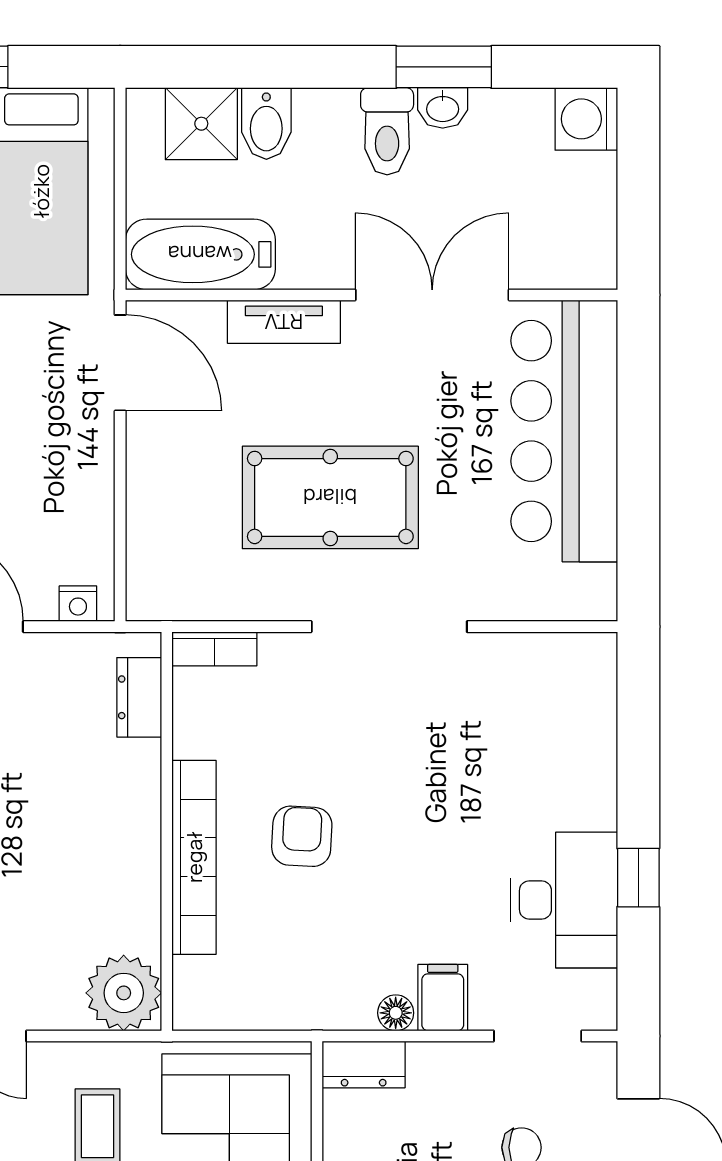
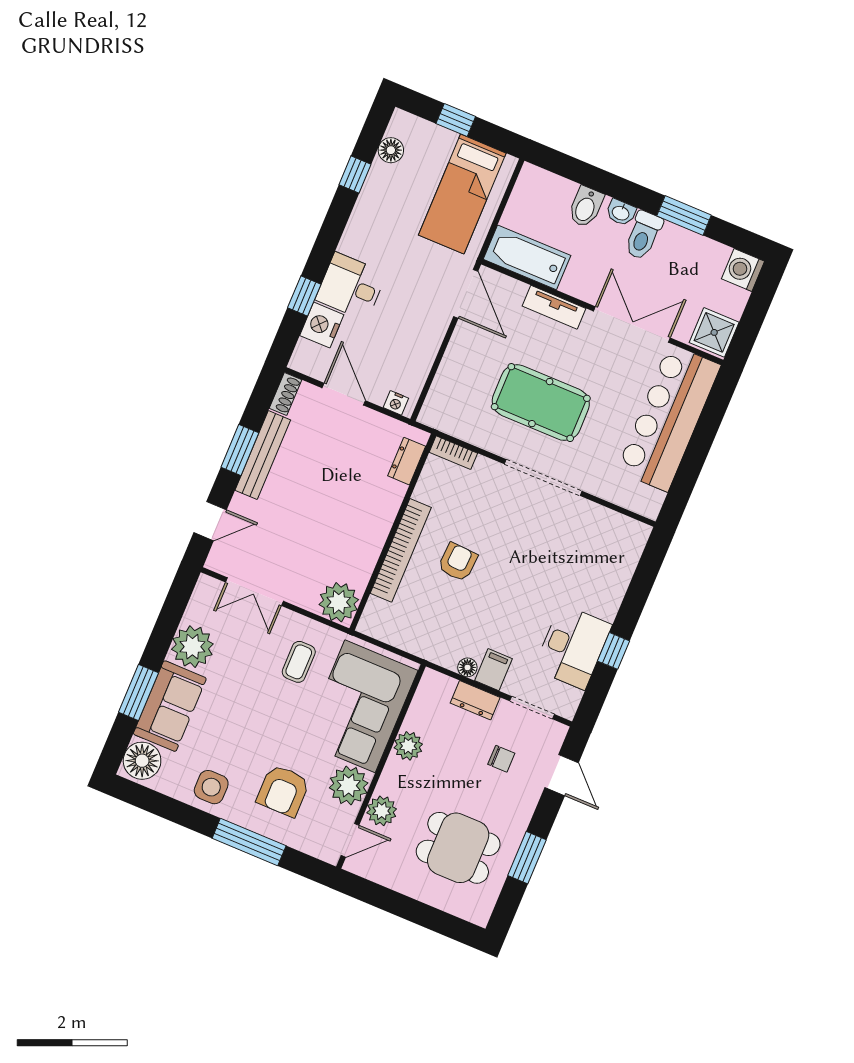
washbasin: (443, 108) -> (621, 213), moved
shower: (201, 124) -> (714, 332), moved
dresser: (364, 1064) -> (475, 700), moved

